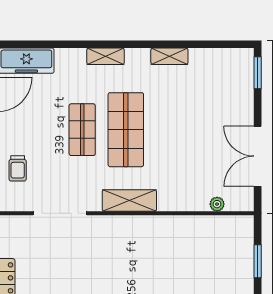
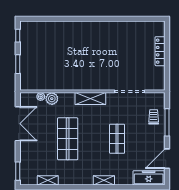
shelving: (169, 56) -> (48, 180), moved
shop shelf: (126, 130) -> (68, 139), moved
plant: (197, 200) -> (52, 99), added

